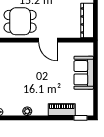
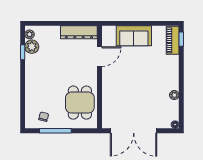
door: (48, 40) -> (100, 57), moved
piano: (62, 110) -> (173, 40), moved

